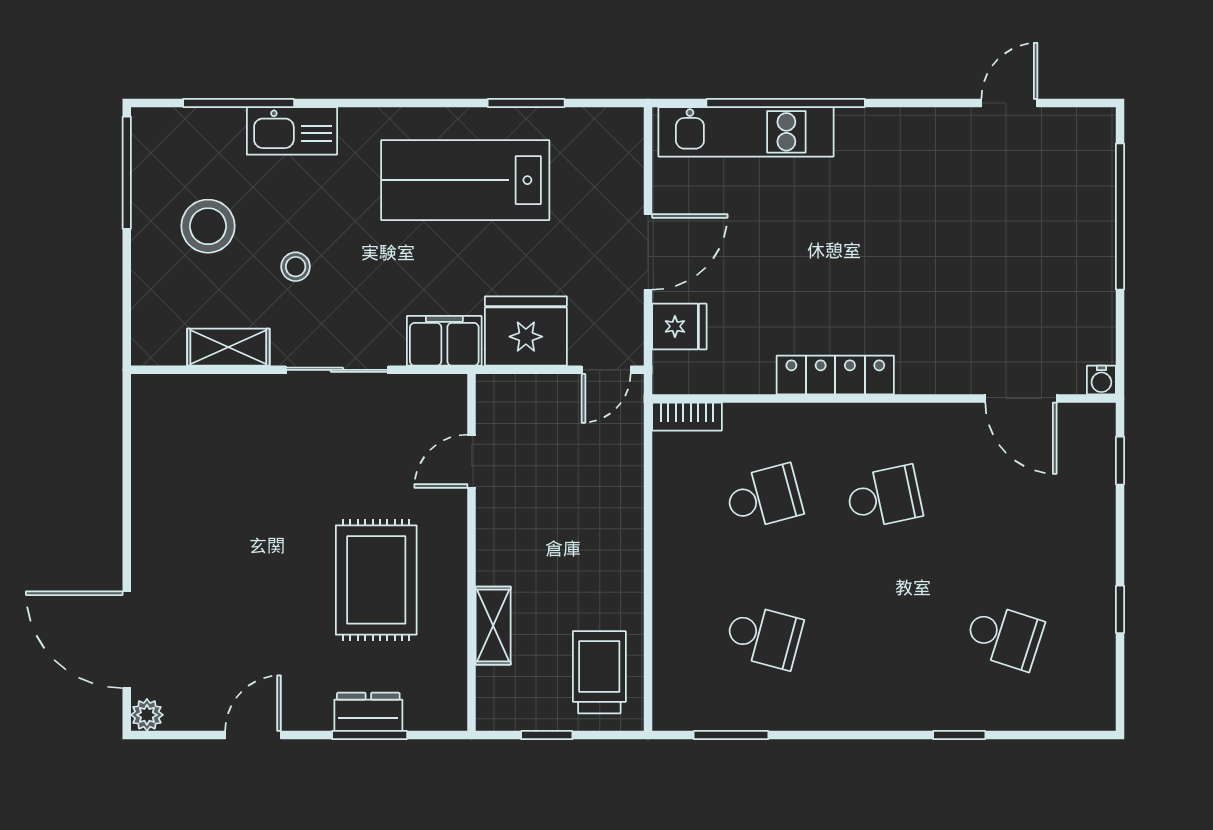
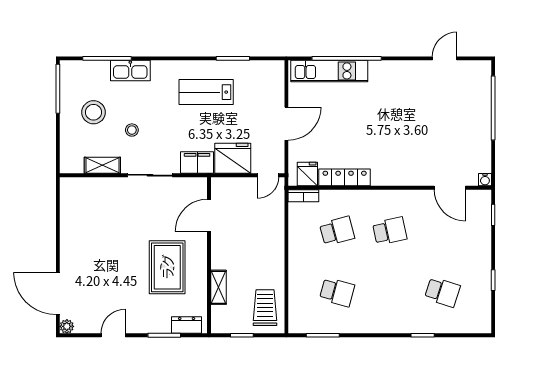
lab bench: (465, 180) -> (206, 92), width x0.73, depth x0.72
fridge: (679, 326) -> (307, 174), moved, turned -90
locker: (835, 375) -> (345, 177), moved
door: (472, 461) -> (209, 215), width x1.38
dresser: (368, 712) -> (187, 325), moved

